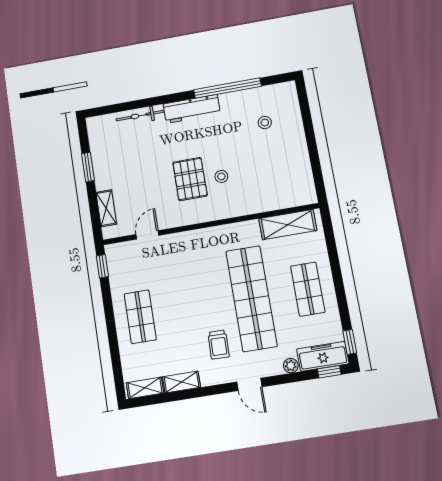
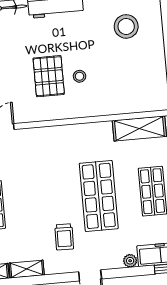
stool: (265, 123) -> (126, 26), width x1.89, depth x1.89
shop shelf: (251, 298) -> (99, 196), width x0.71

